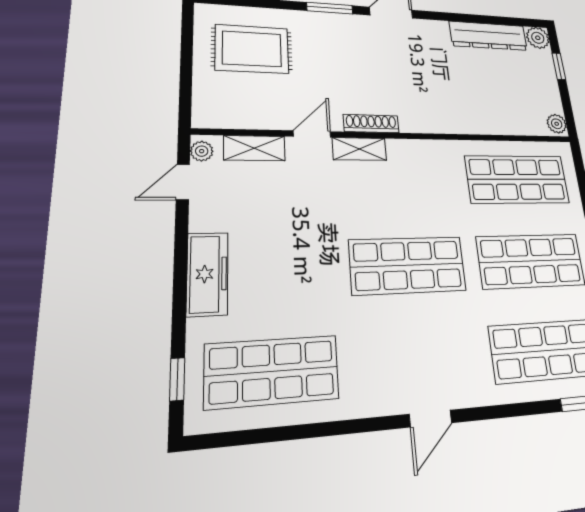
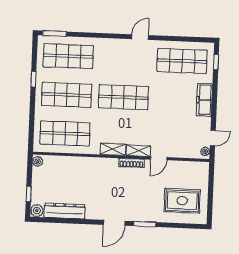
shelving: (254, 148) -> (113, 149), moved
door: (430, 418) -> (140, 37), moved

